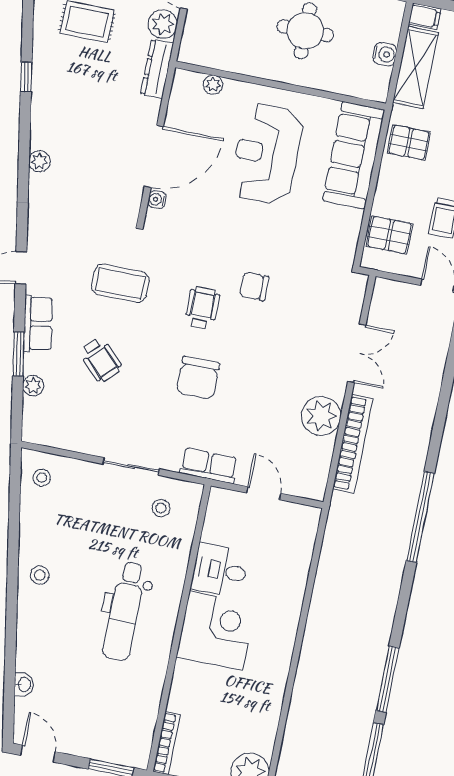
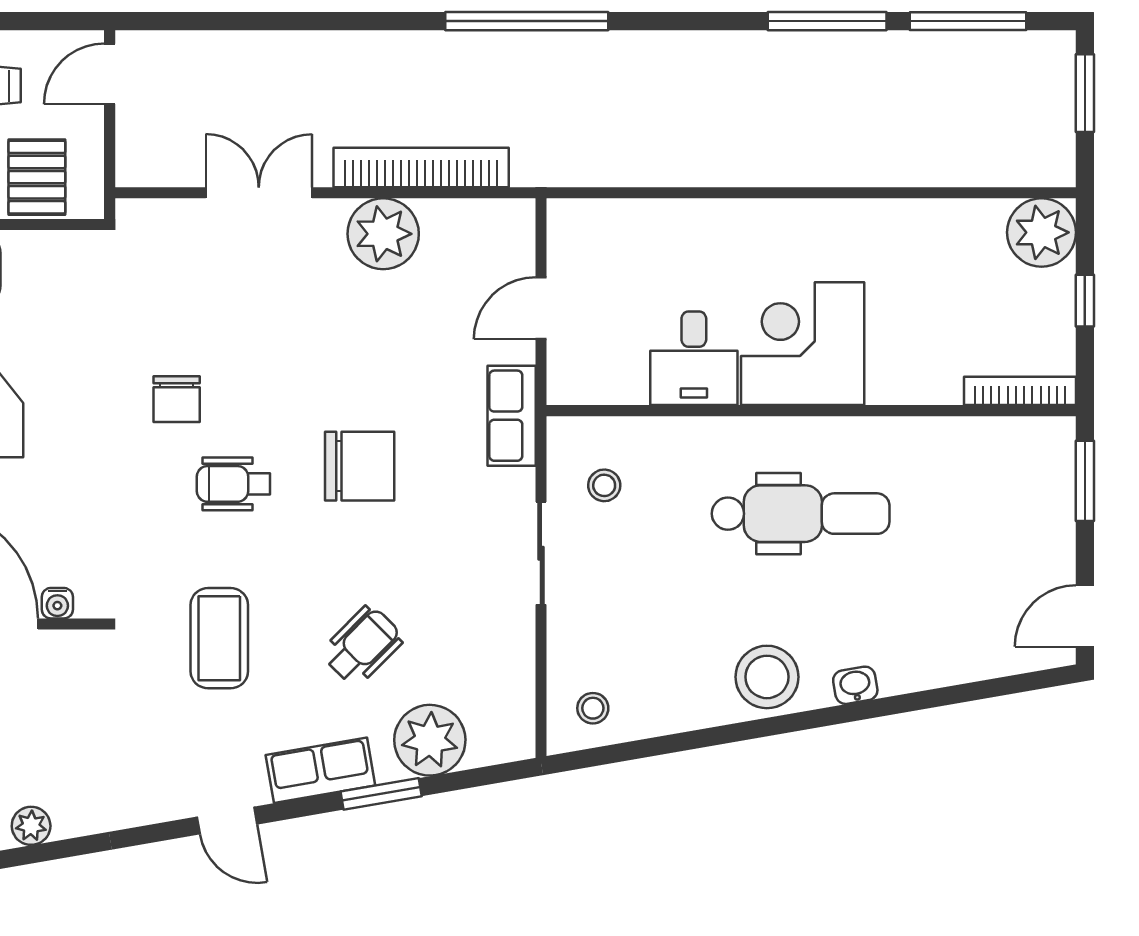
plant: (33, 386) -> (430, 740), width x1.88, depth x1.88
stool: (40, 575) -> (767, 677), width x1.89, depth x1.89
washbasin: (24, 685) -> (855, 685), moved

